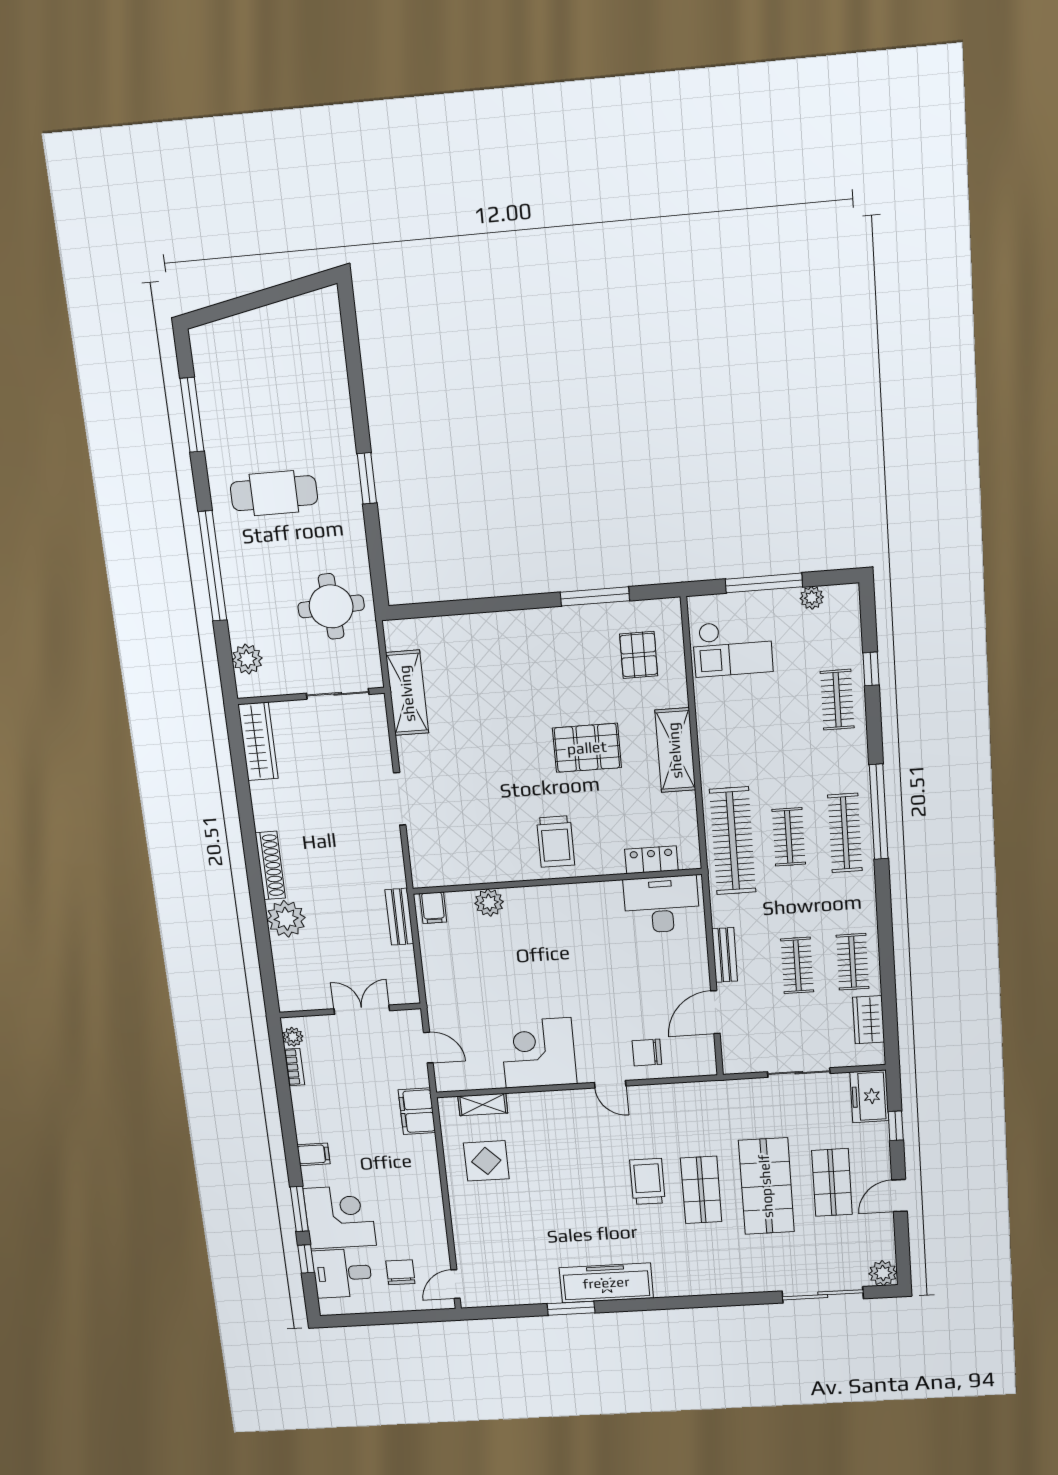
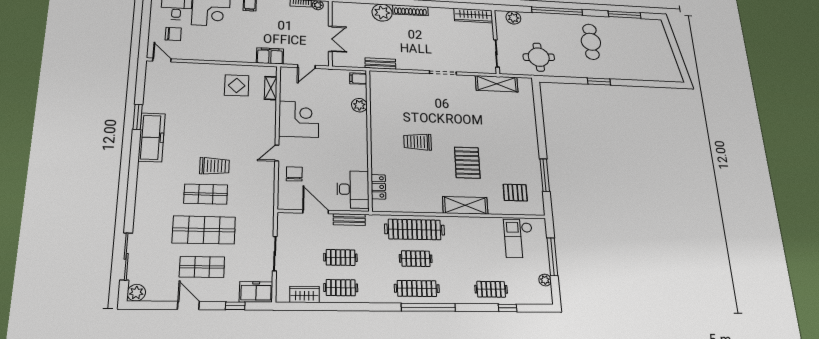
locker: (651, 860) -> (378, 187), moved
wall: (557, 881) -> (369, 139), moved
plant: (489, 903) -> (359, 105), moved
desk: (662, 904) -> (353, 189), moved
filing cabinet: (433, 908) -> (358, 79), moved

